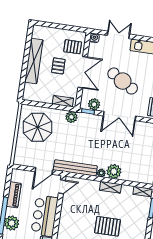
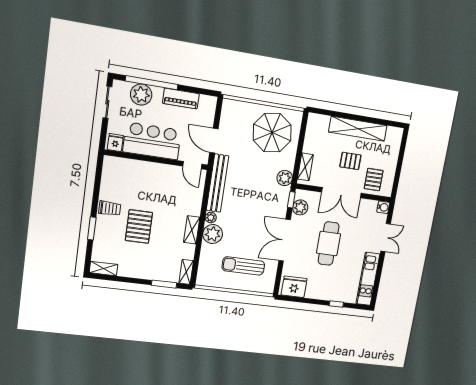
cafe table: (123, 81) -> (329, 244), turned -31
sun lounger: (139, 148) -> (243, 266), added

